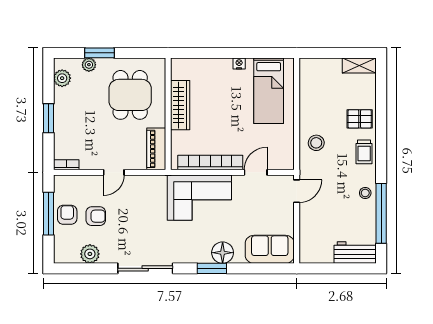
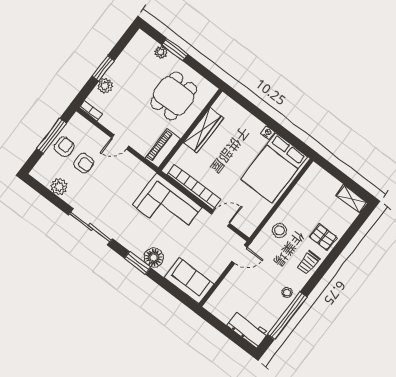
plant: (62, 78) -> (105, 86), moved
bed: (269, 91) -> (274, 168), width x1.50

